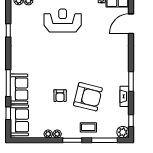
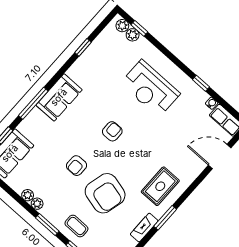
reception desk: (63, 21) -> (150, 88), turned 180
armchair: (63, 61) -> (112, 131), added
rug: (114, 67) -> (160, 186), added
sofa: (19, 89) -> (59, 97), moved

